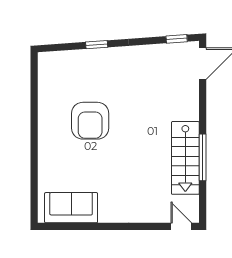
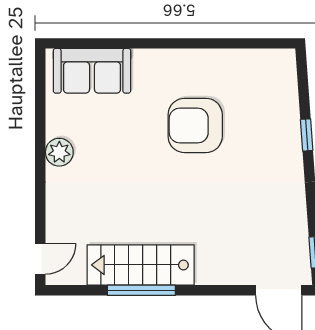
sofa: (71, 208) -> (92, 71), moved, turned 90
plant: (108, 213) -> (59, 152), added

